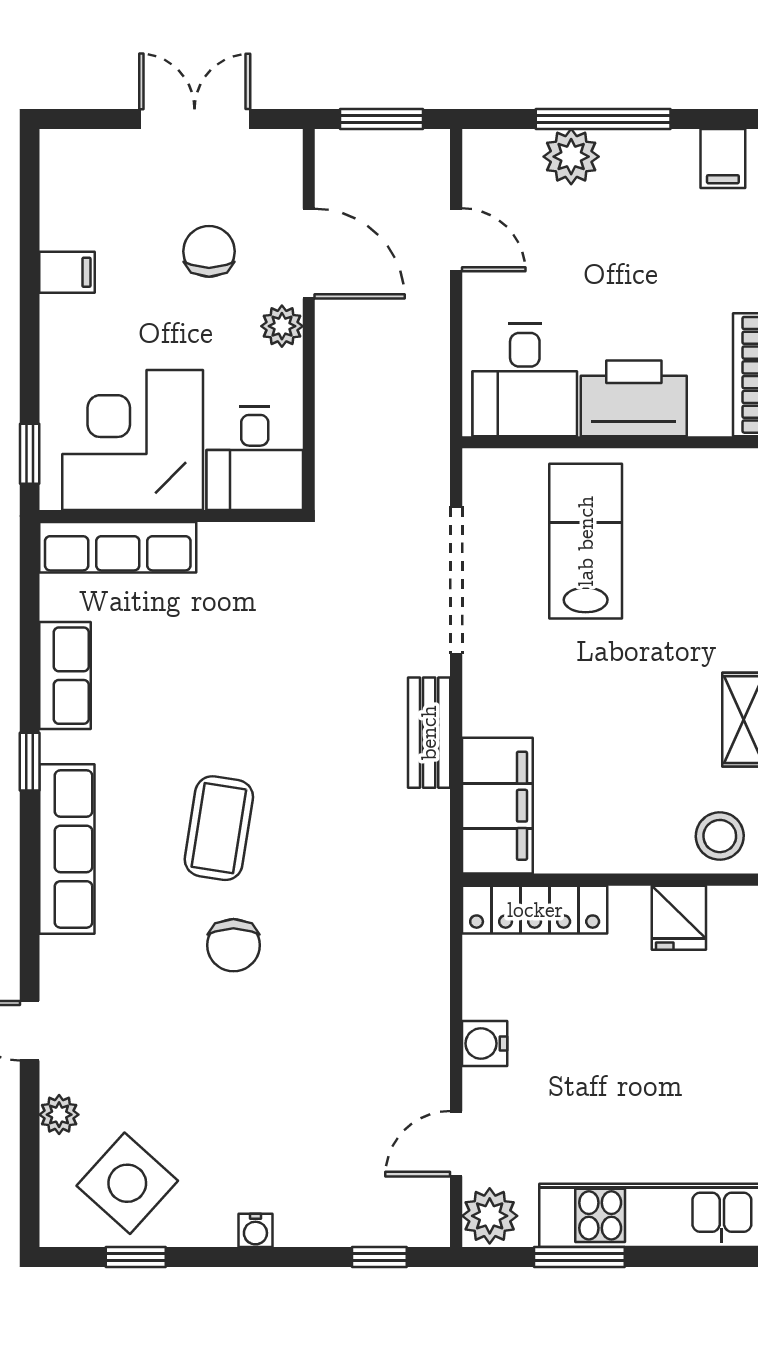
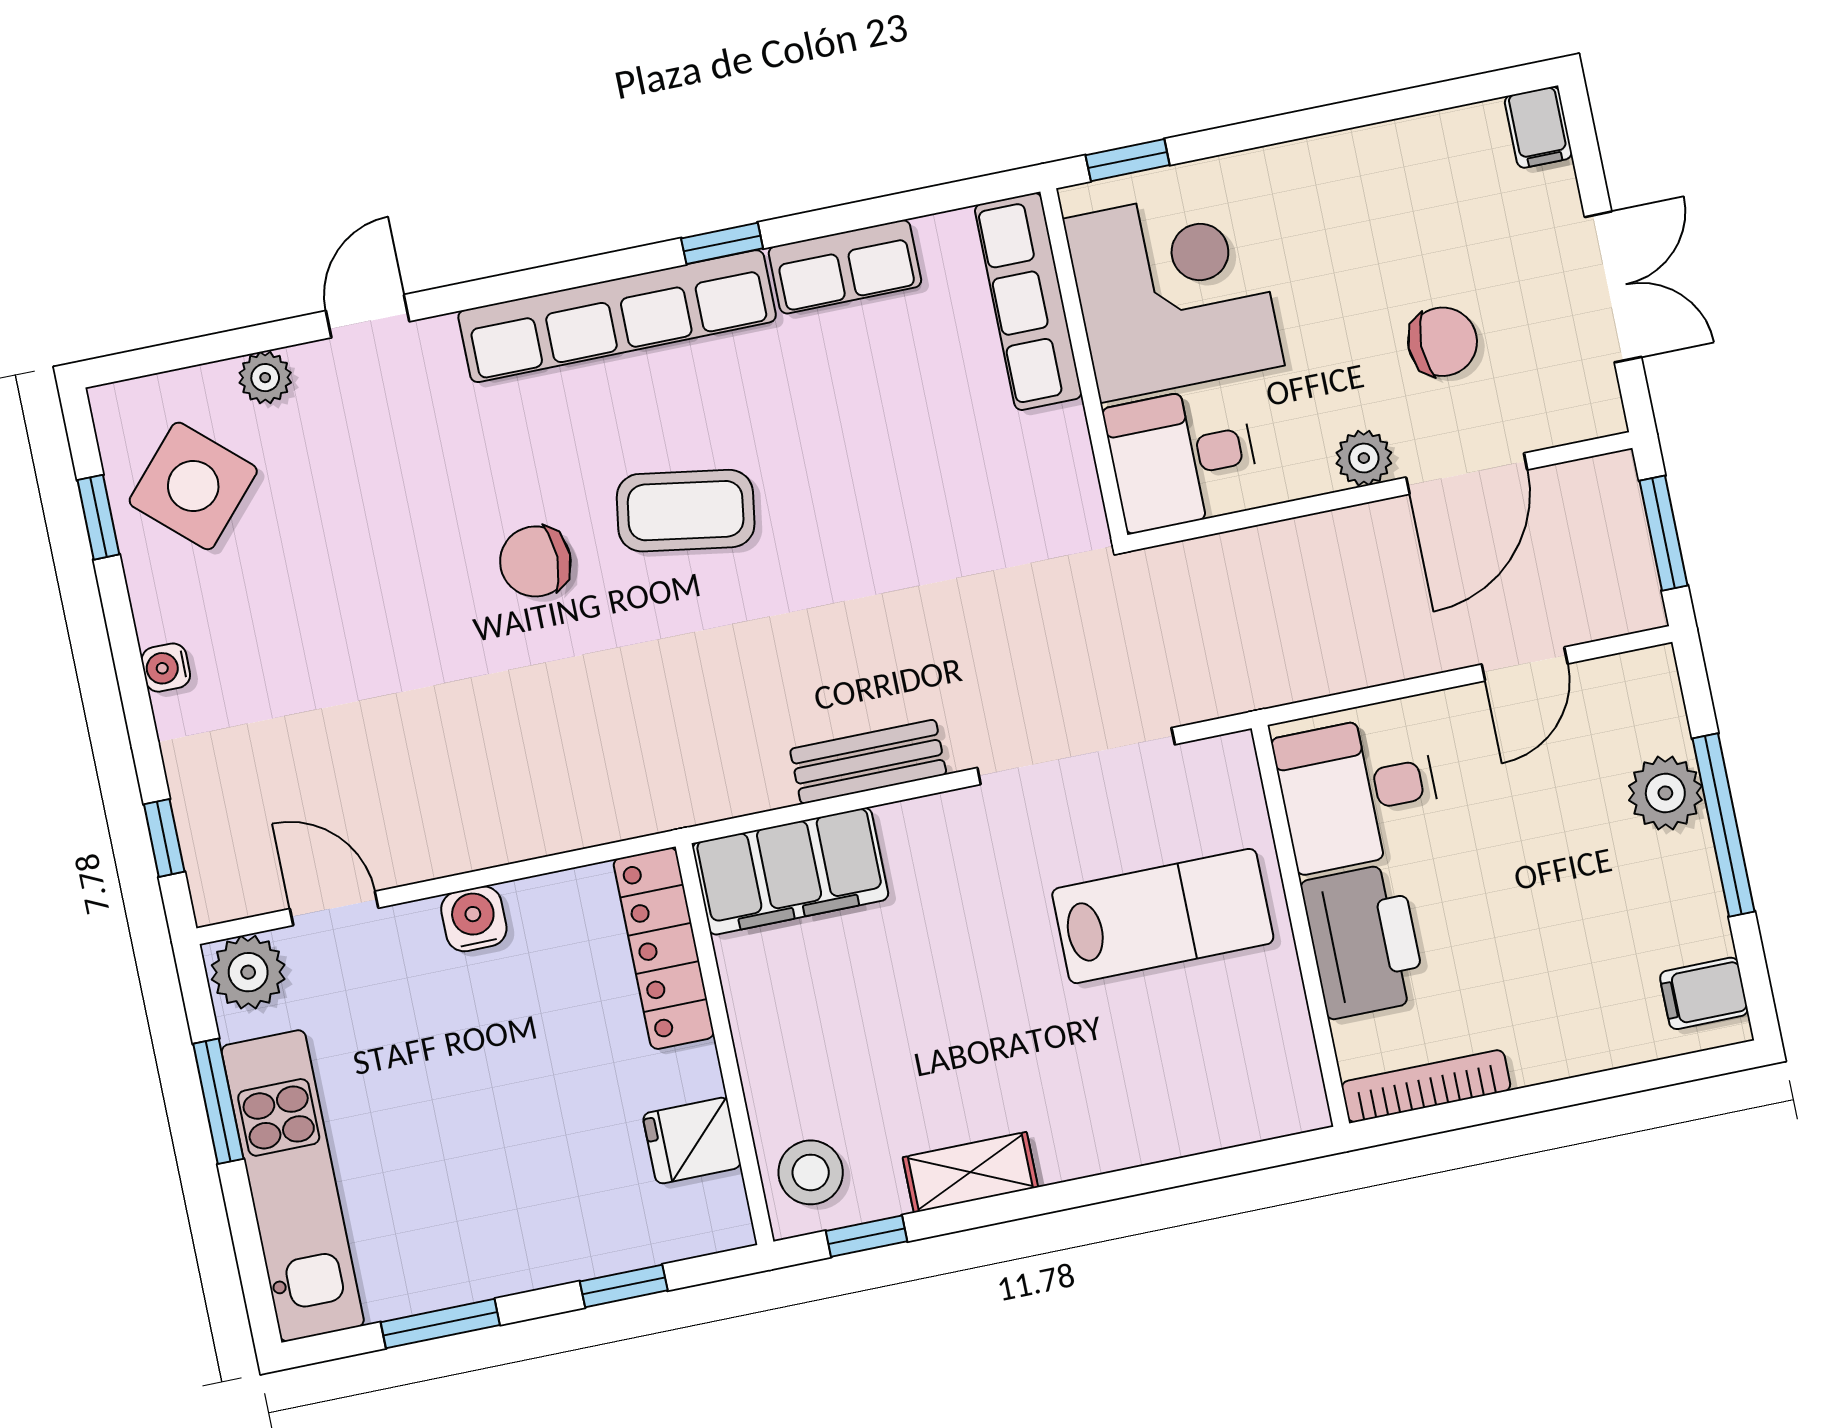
filing cabinet: (67, 272) -> (1538, 127), moved
row of seats: (67, 849) -> (617, 316), width x1.36

